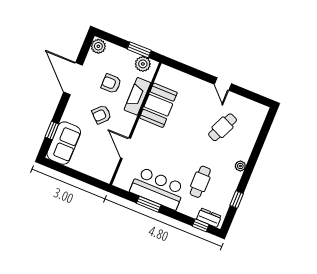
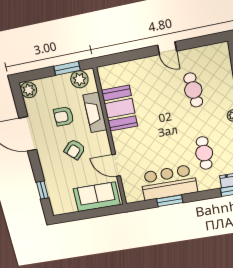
cafe table: (223, 127) -> (193, 90), turned -30
sofa: (64, 143) -> (97, 197), moved, turned -90

